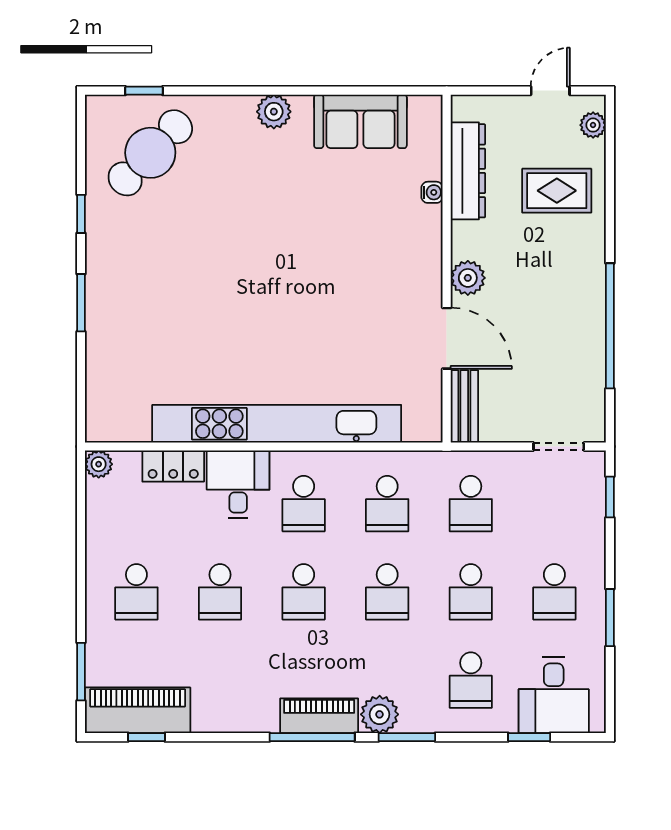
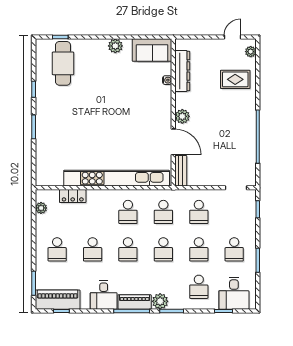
cafe table: (150, 153) -> (63, 63), turned -44
dresser: (468, 171) -> (182, 71), moved
water cooler: (432, 192) -> (167, 80), moved
wall: (447, 269) -> (173, 112), moved
plant: (468, 278) -> (182, 116), moved
door: (447, 338) -> (173, 142), moved
bench: (464, 406) -> (181, 171), moved
plant: (99, 464) -> (41, 208), moved
desk: (238, 484) -> (104, 295), moved, turned 180

